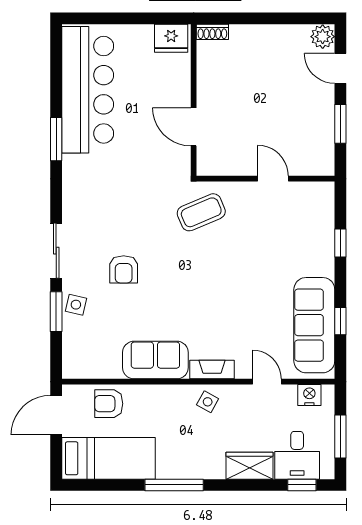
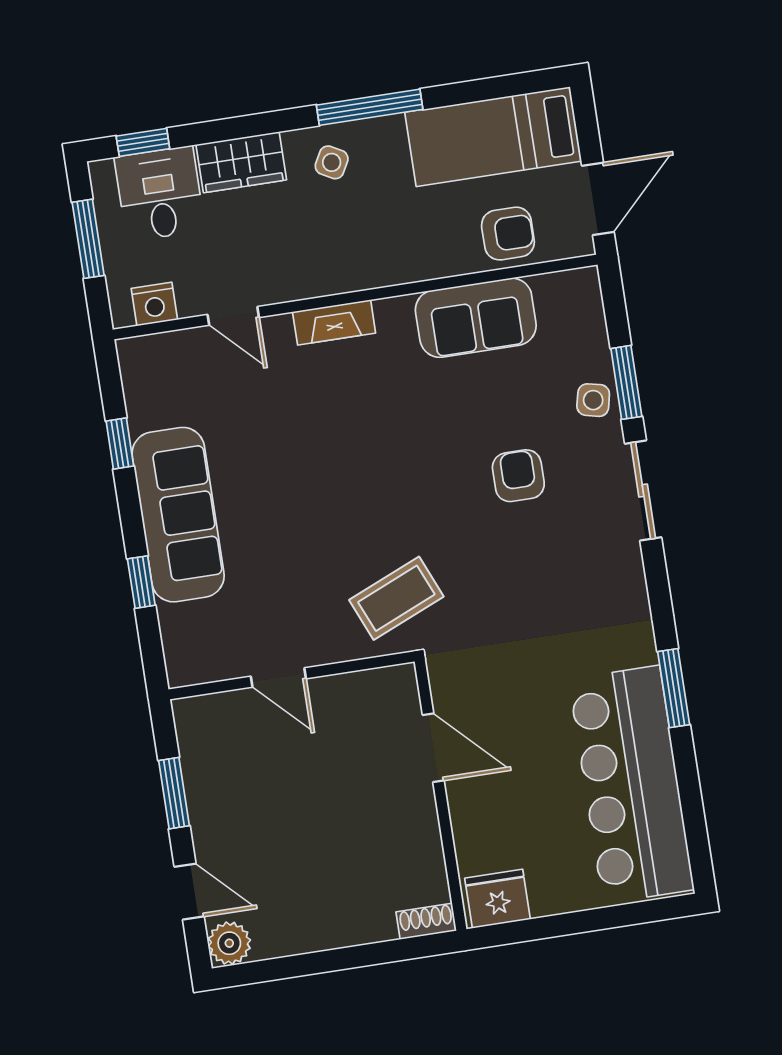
sofa: (314, 325) -> (178, 515), moved
sofa: (155, 360) -> (476, 318), moved
side table: (208, 402) -> (332, 162), moved

